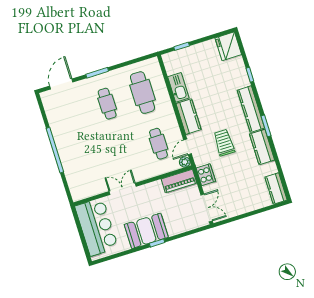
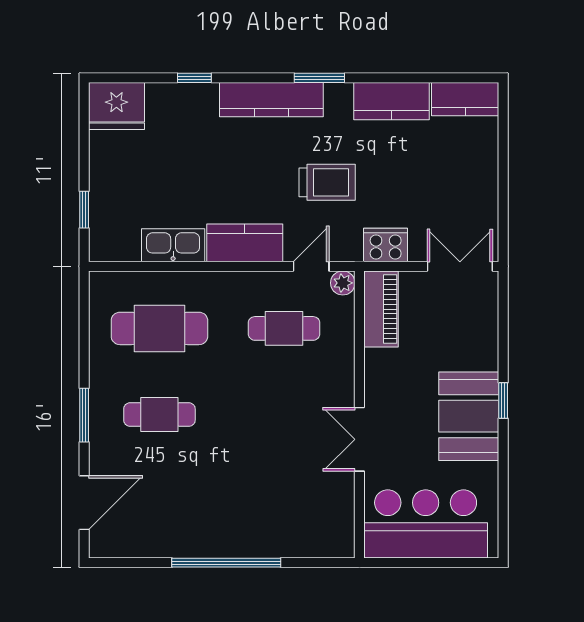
door: (61, 84) -> (84, 503), swing flipped
trolley: (224, 143) -> (327, 182), turned 180
door: (187, 147) -> (311, 266), swing flipped
kitchen counter: (262, 147) -> (392, 101), moved

